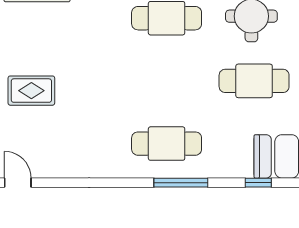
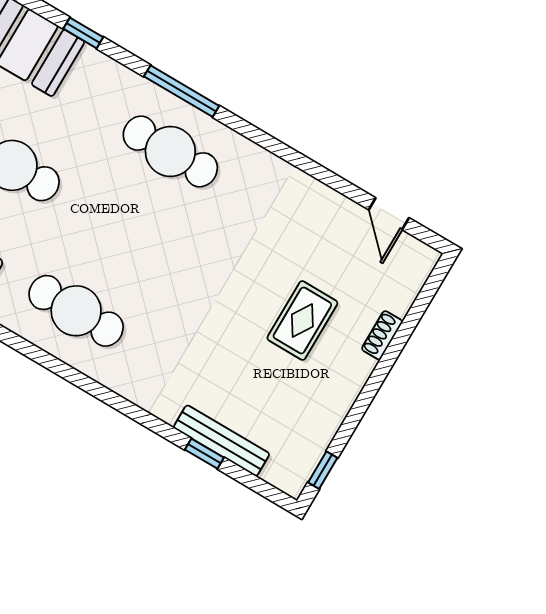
rug: (31, 91) -> (302, 320), turned 90

